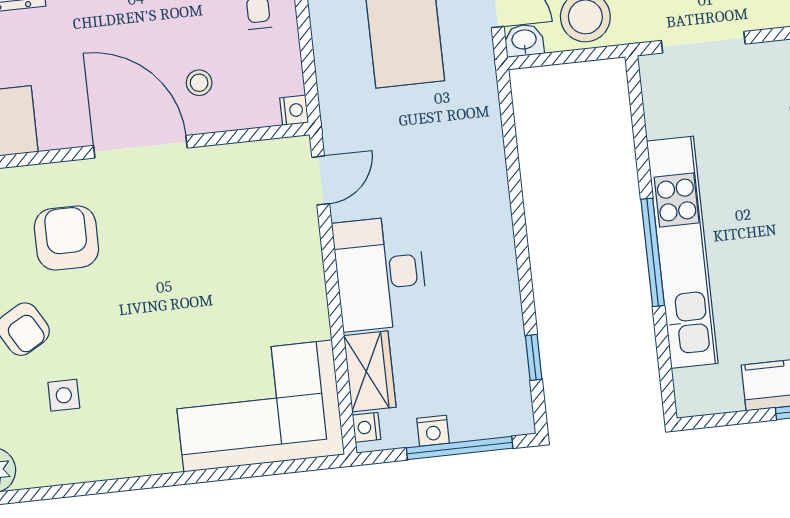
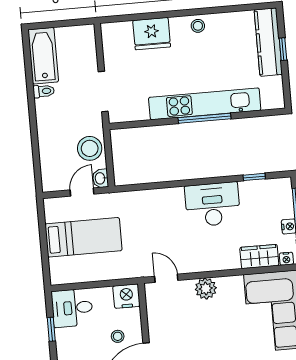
nightstand: (294, 110) -> (126, 296), width x1.89, depth x1.79
plant: (301, 262) -> (206, 289), added
desk: (380, 273) -> (213, 204), moved, turned 180

